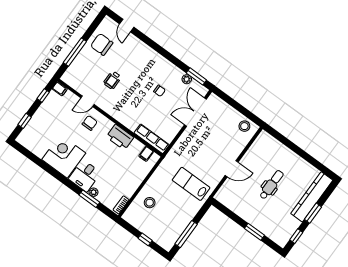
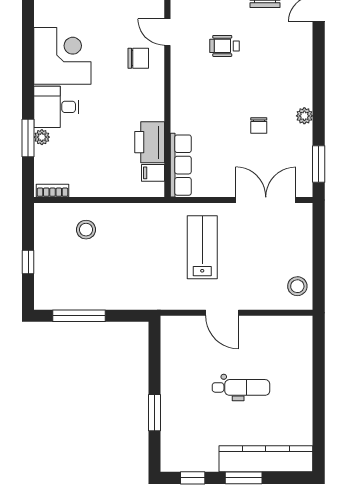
plant: (187, 79) -> (304, 116), moved
printer: (120, 137) -> (150, 142), moved
lab bench: (191, 184) -> (202, 247), moved

